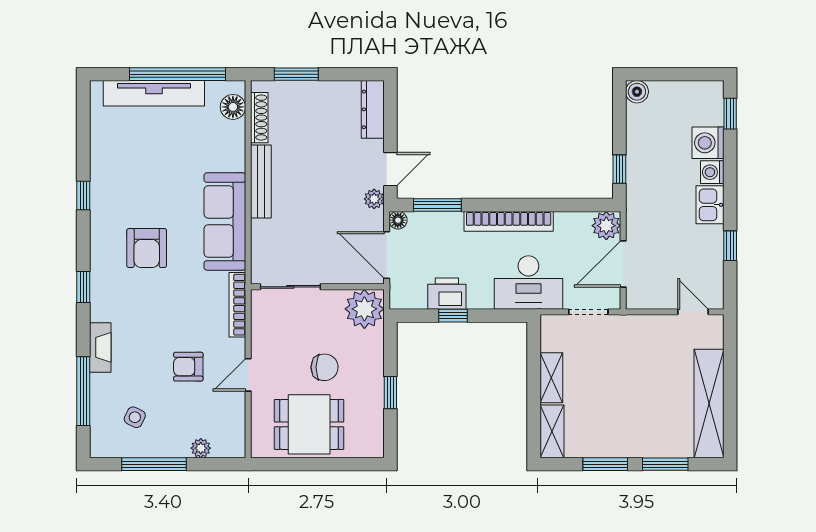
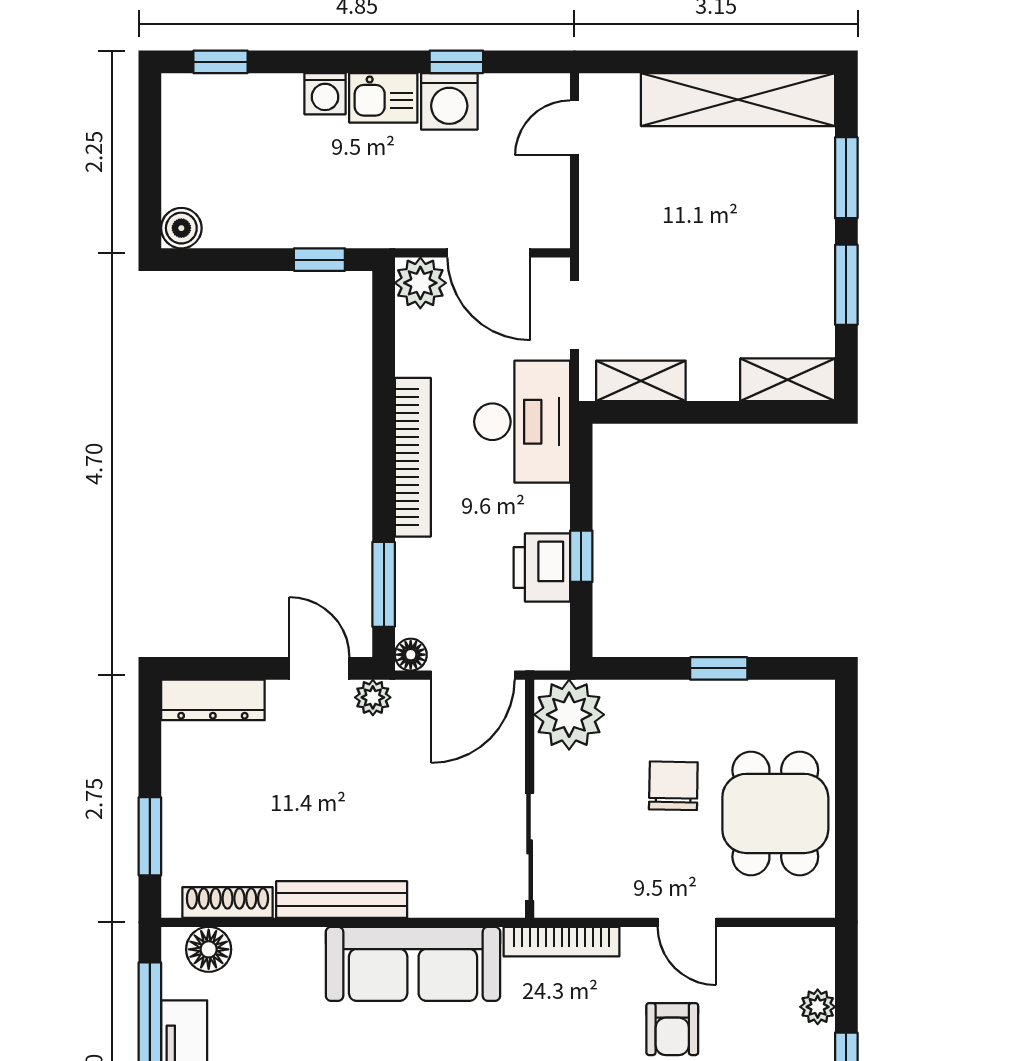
washing machine: (708, 143) -> (449, 101), moved
shelving: (551, 378) -> (641, 381), moved

